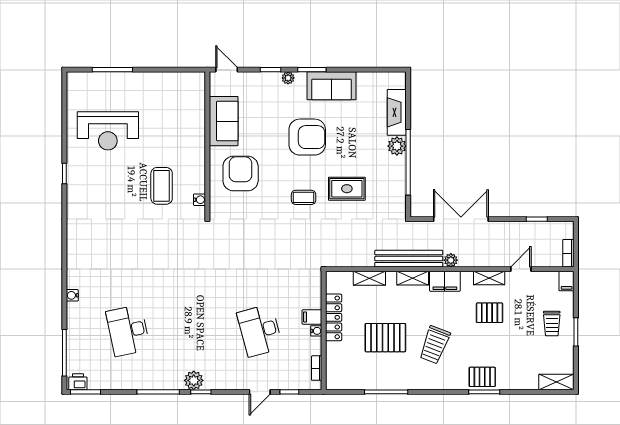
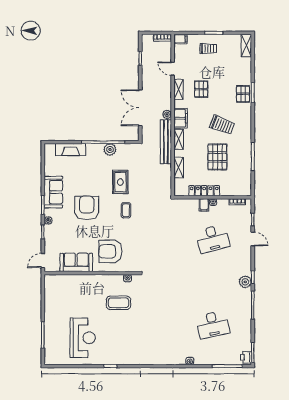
plant: (397, 146) -> (110, 149), moved

